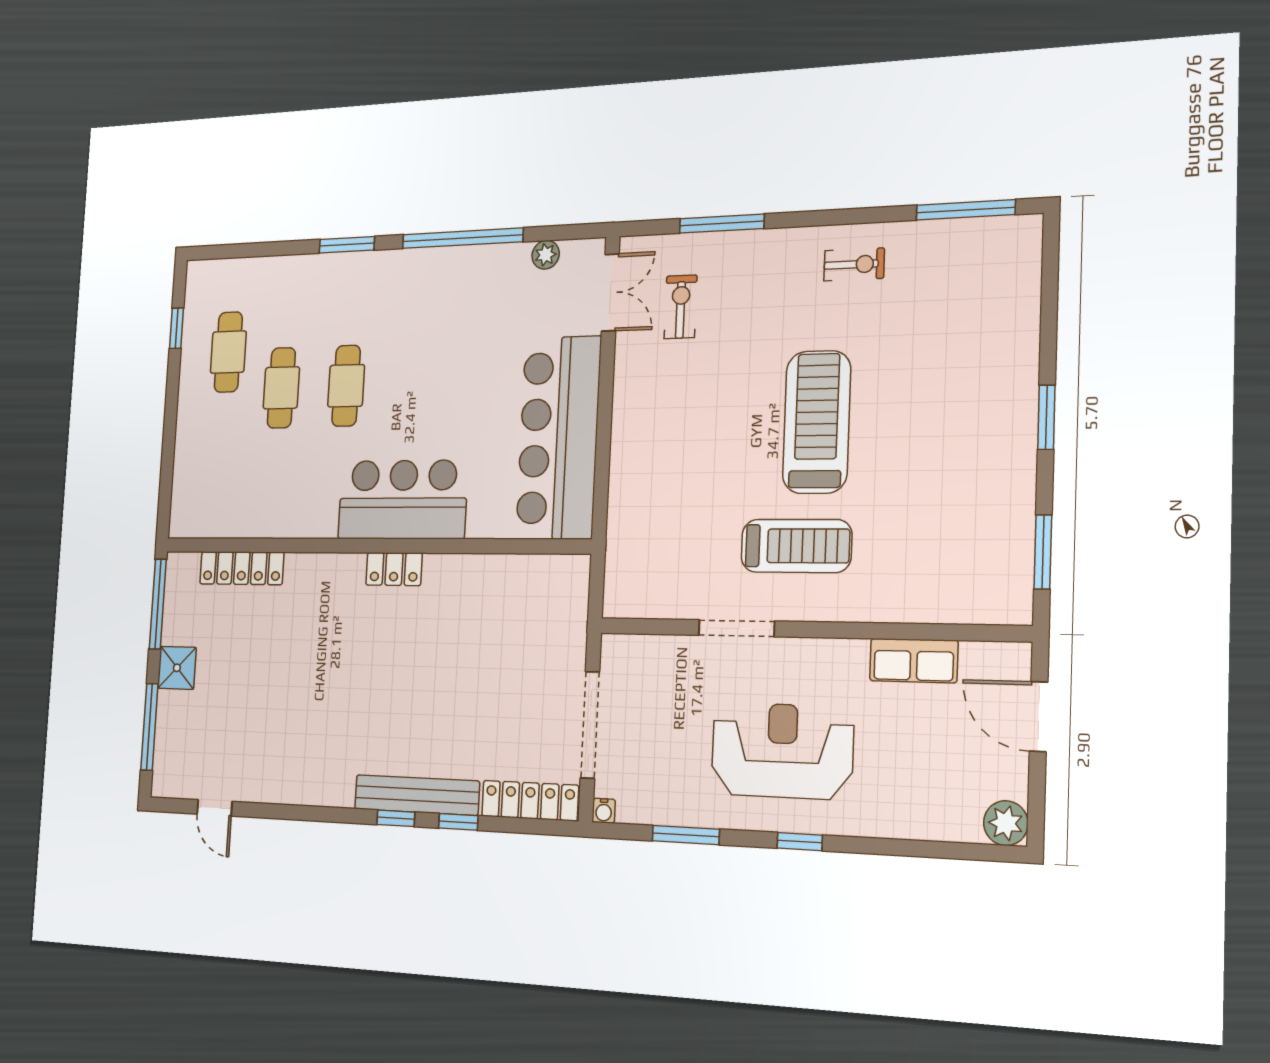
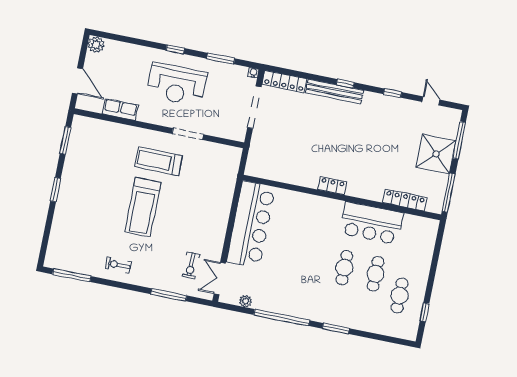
bar counter: (403, 500) -> (371, 223), moved
shower: (177, 668) -> (436, 154), width x1.86, depth x1.86
window: (458, 822) -> (393, 93), moved

